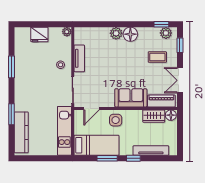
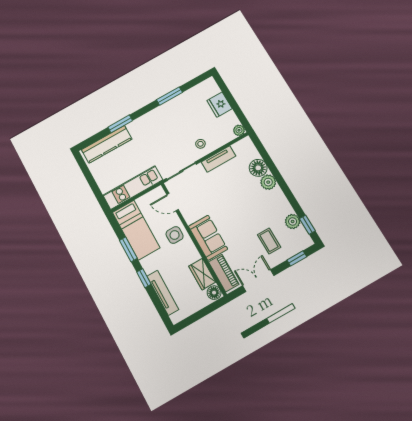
plant: (166, 33) -> (293, 221), moved
floor lamp: (130, 34) -> (258, 168), moved

